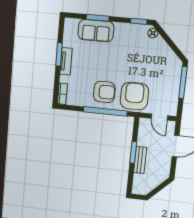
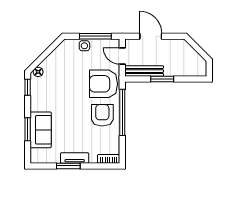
side table: (173, 81) -> (84, 46), added
window: (183, 82) -> (95, 36), moved
door: (159, 117) -> (122, 56), swing flipped
bench: (140, 160) -> (144, 71), moved, width x1.36

